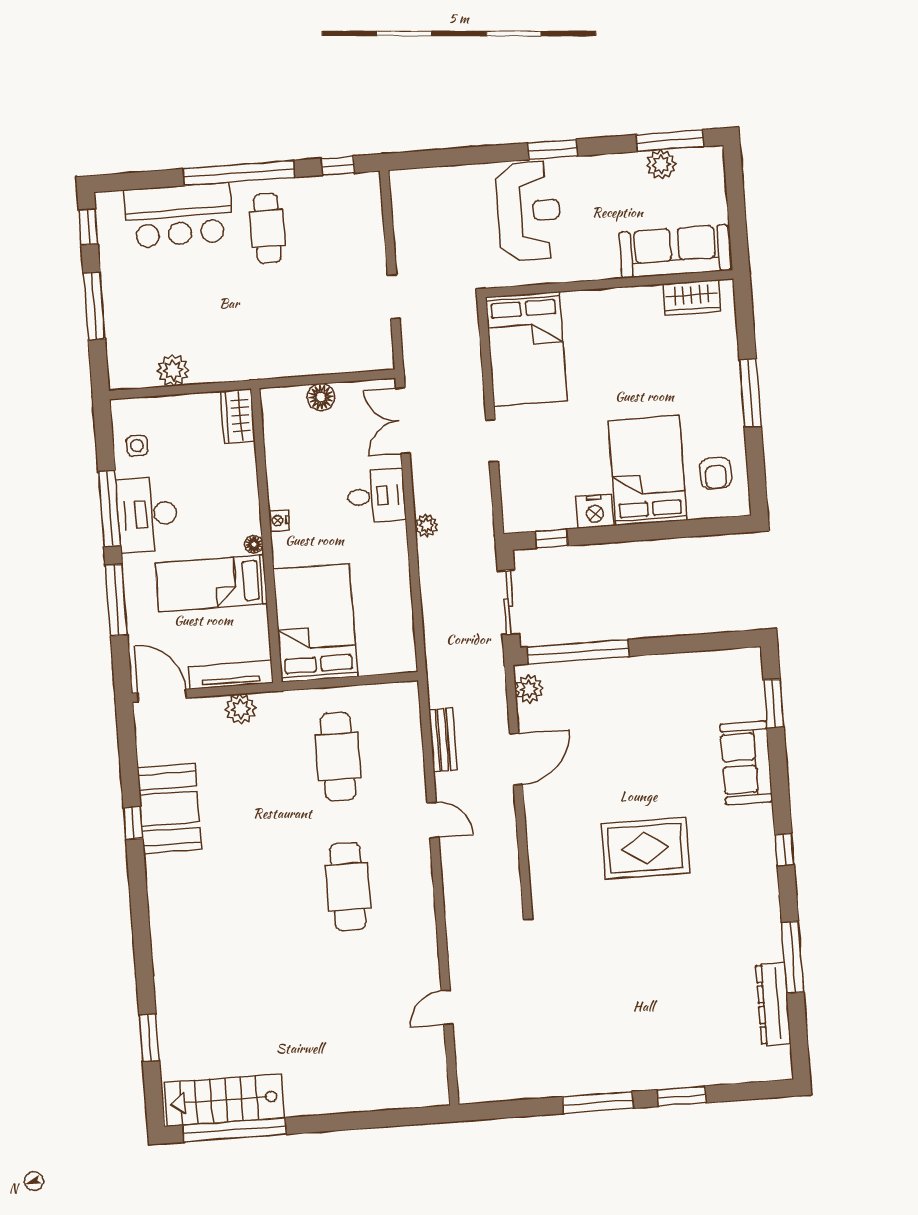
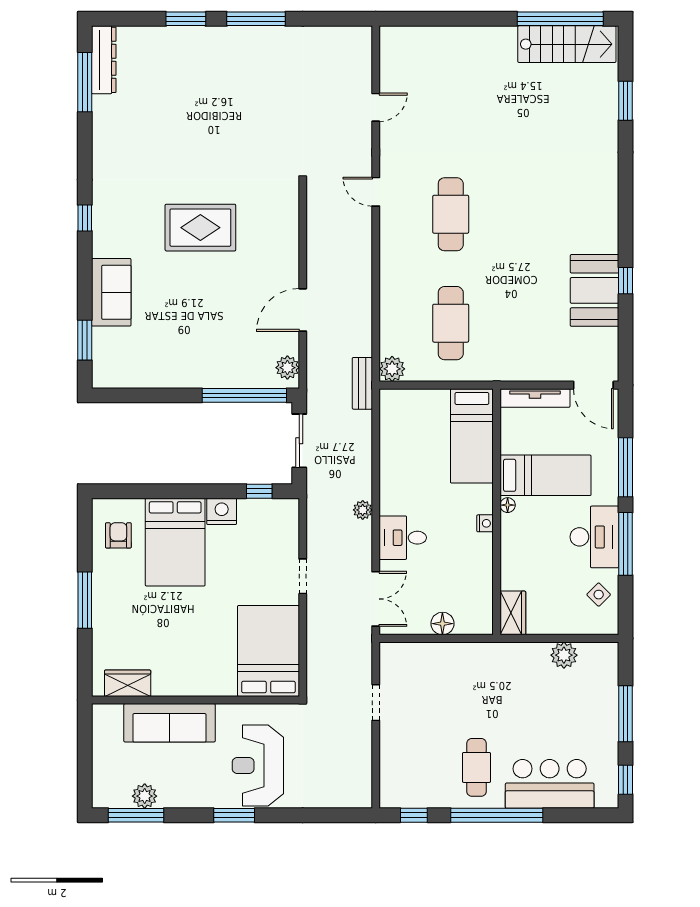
sofa: (675, 251) -> (170, 723), moved
side table: (137, 446) -> (599, 595), turned 45
bed: (315, 623) -> (472, 436), width x0.67
plant: (241, 709) -> (392, 369), moved
bench: (443, 740) -> (362, 383), moved
door: (433, 820) -> (376, 192), moved
window: (793, 957) -> (85, 82), moved
dresser: (773, 1004) -> (104, 60), moved

